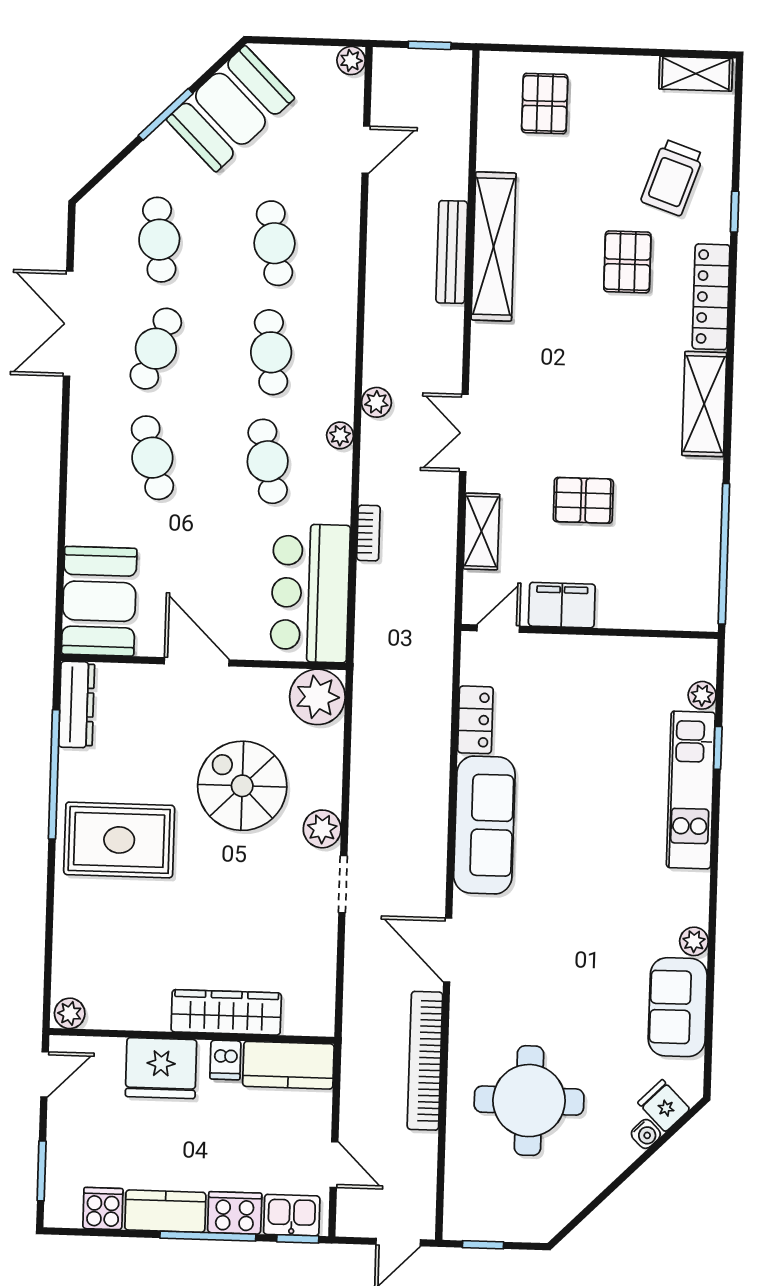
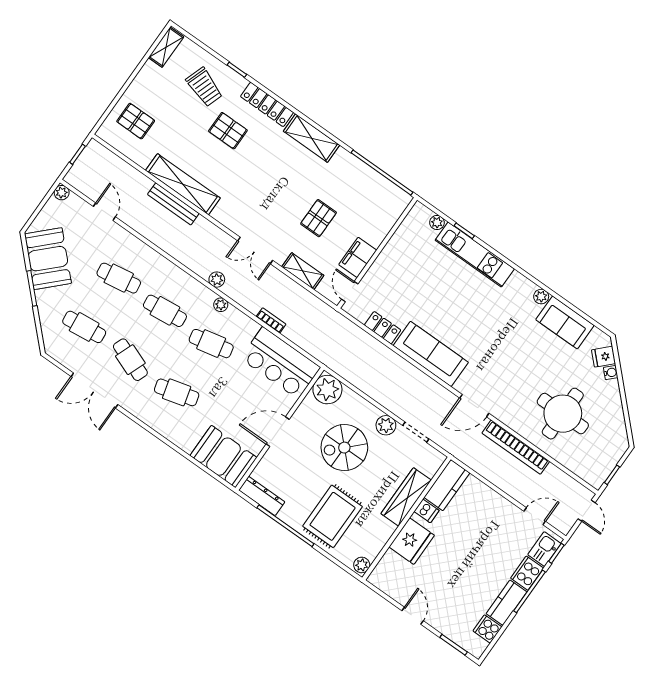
wardrobe: (226, 1012) -> (406, 497), moved
plant: (70, 1013) -> (362, 565), moved
wall: (192, 1036) -> (407, 519), moved
dishwasher: (225, 1060) -> (427, 511), moved
kitchen counter: (288, 1065) -> (447, 485), moved
fridge: (161, 1068) -> (412, 541), moved

